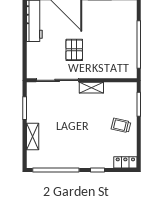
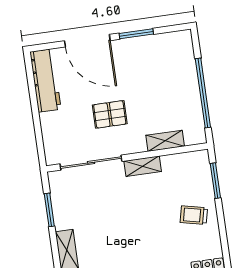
pallet: (74, 50) -> (110, 114), turned 90
shelving: (109, 73) -> (165, 141), added

